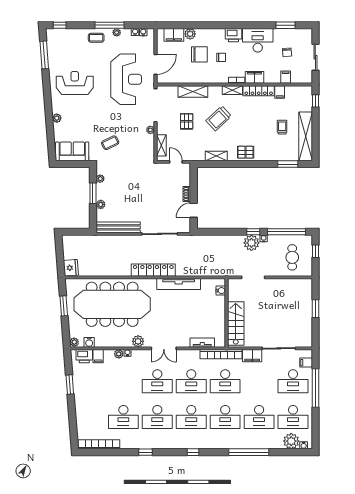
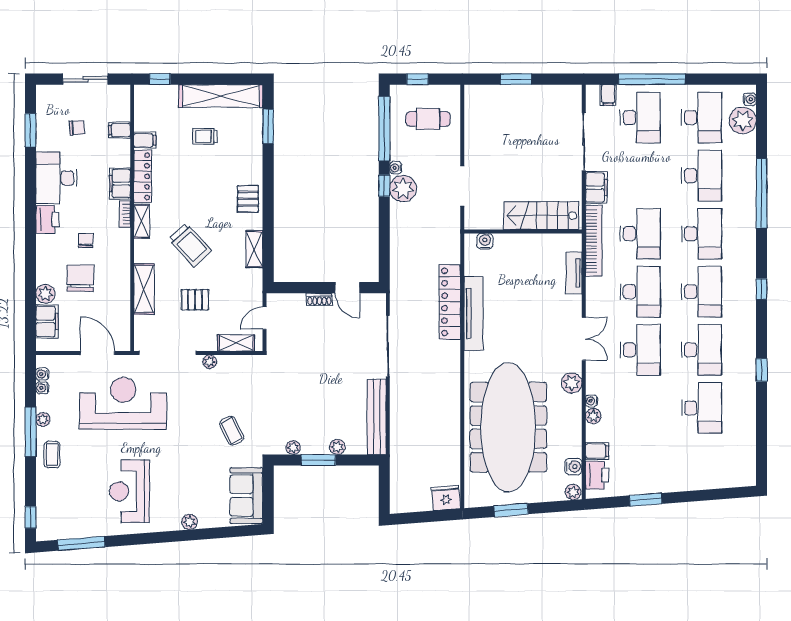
locker: (153, 270) -> (450, 302), moved
bookcase: (99, 444) -> (748, 450), removed

